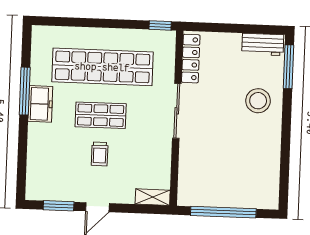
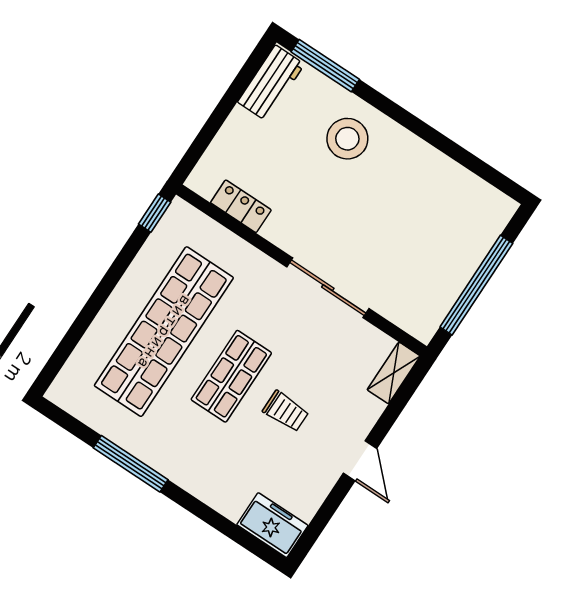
locker: (191, 59) -> (241, 206), width x0.66
freezer: (40, 104) -> (272, 525), moved
sliding door: (177, 111) -> (328, 288), moved
window: (59, 206) -> (324, 515), removed

